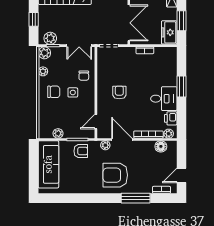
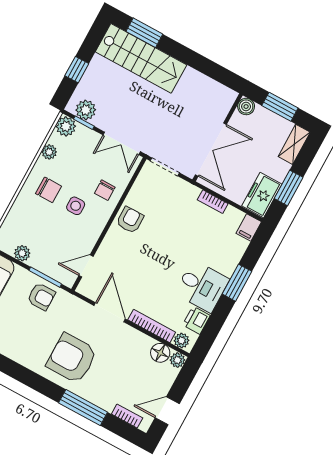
filing cabinet: (172, 54) -> (249, 228), added
armchair: (119, 93) -> (130, 220), moved
plant: (105, 145) -> (177, 360), moved

